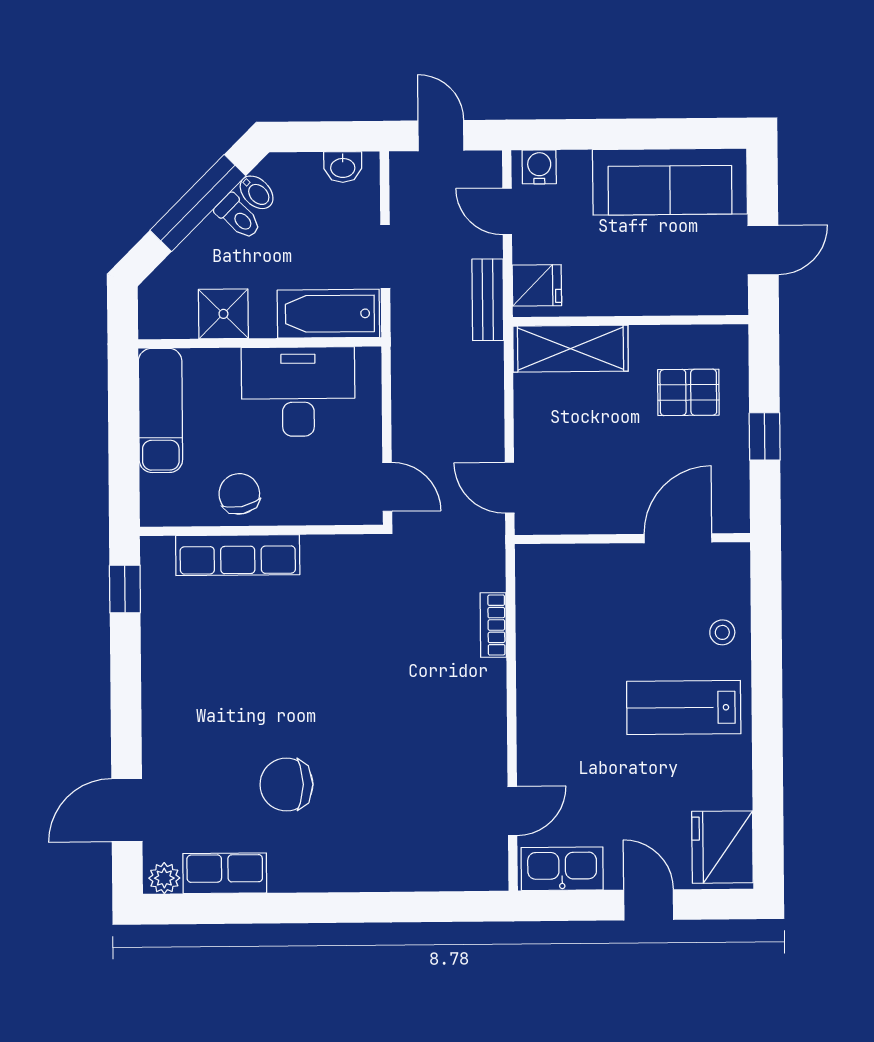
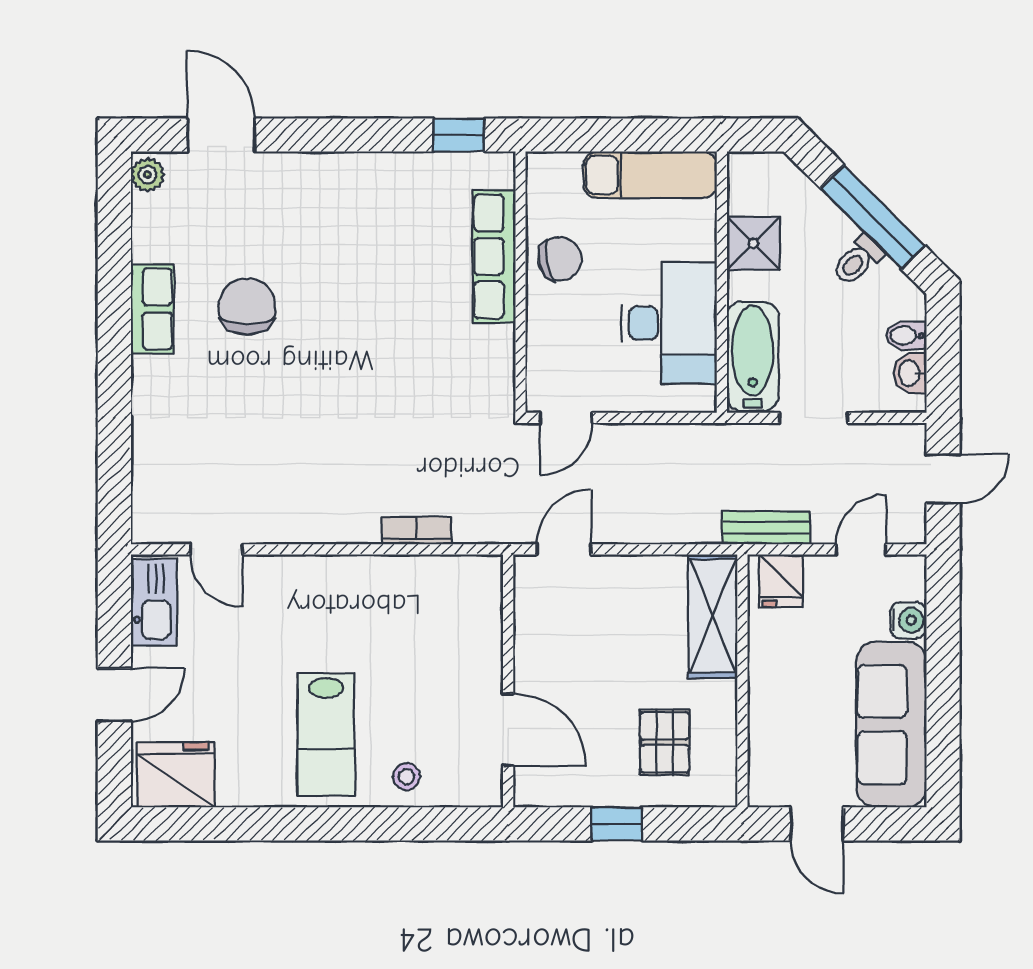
water cooler: (539, 167) -> (908, 620), moved
bidet: (257, 192) -> (906, 336), moved, turned 45
lab bench: (684, 708) -> (326, 734), turned 180
row of seats: (225, 873) -> (152, 309), moved

